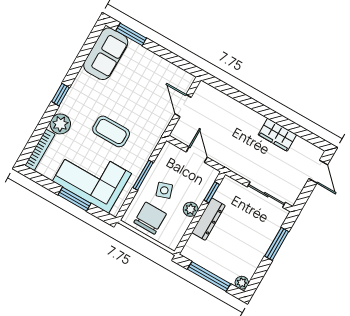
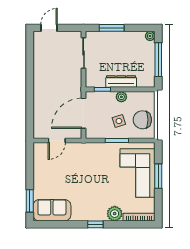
coffee table: (111, 131) -> (100, 178), removed
wardrobe: (277, 135) -> (40, 68), removed
door: (197, 155) -> (84, 113), width x1.88

